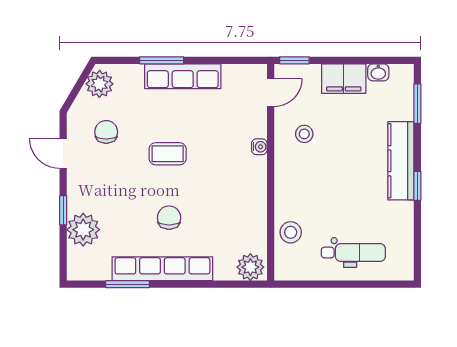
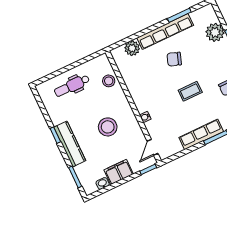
stool: (304, 134) -> (108, 127), moved, width x1.89, depth x1.89
chair: (169, 218) -> (174, 59), turned 109
plant: (250, 267) -> (132, 48), moved

